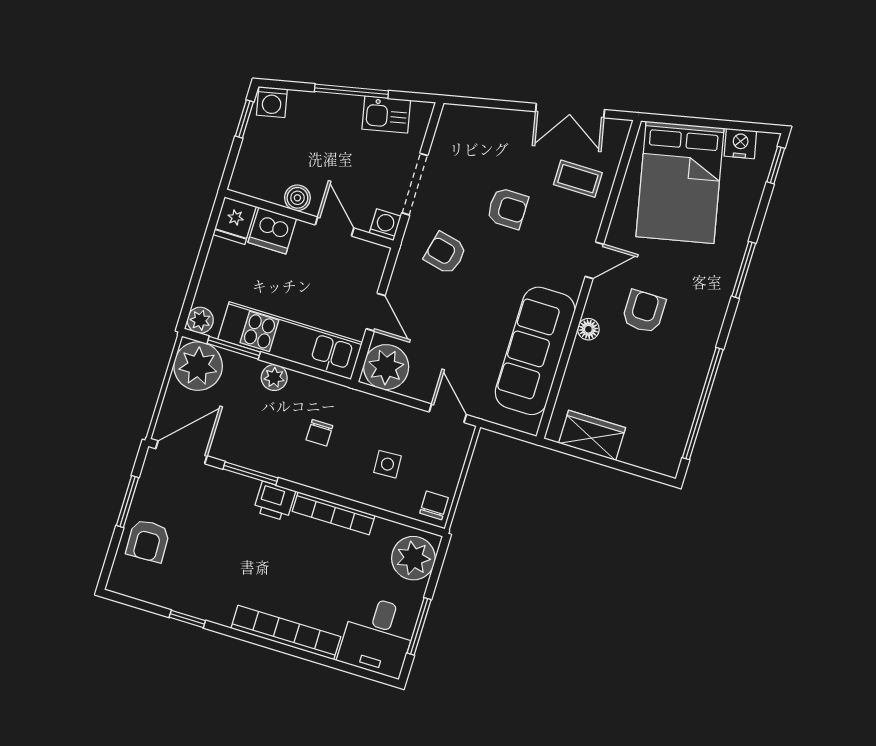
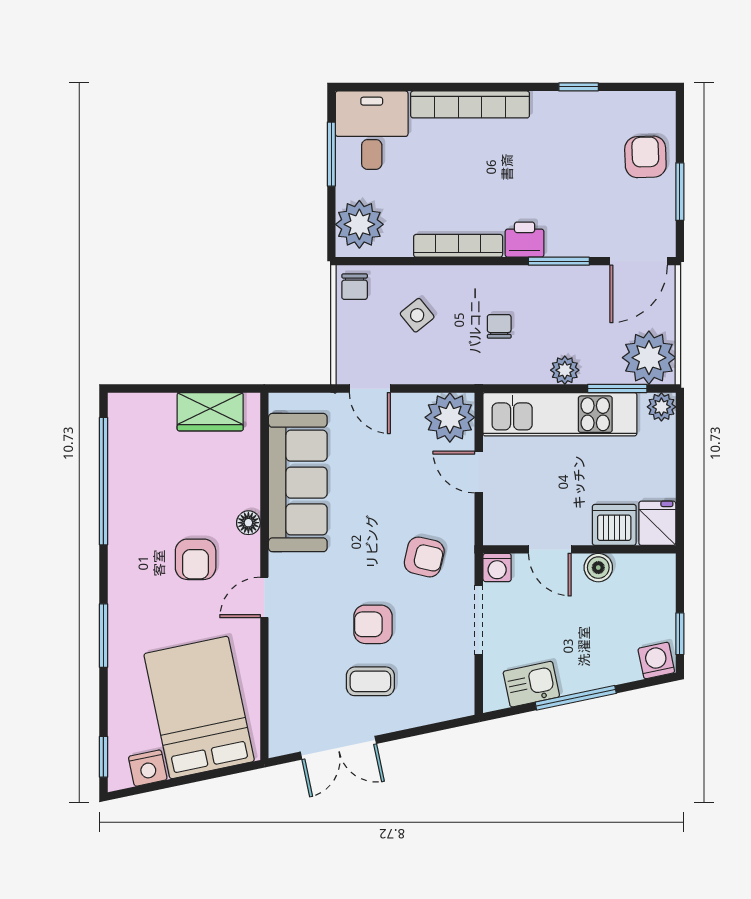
double door: (570, 111) -> (338, 748), swing flipped
coffee table: (578, 179) -> (370, 681), moved
side table: (387, 464) -> (417, 315), turned -36

